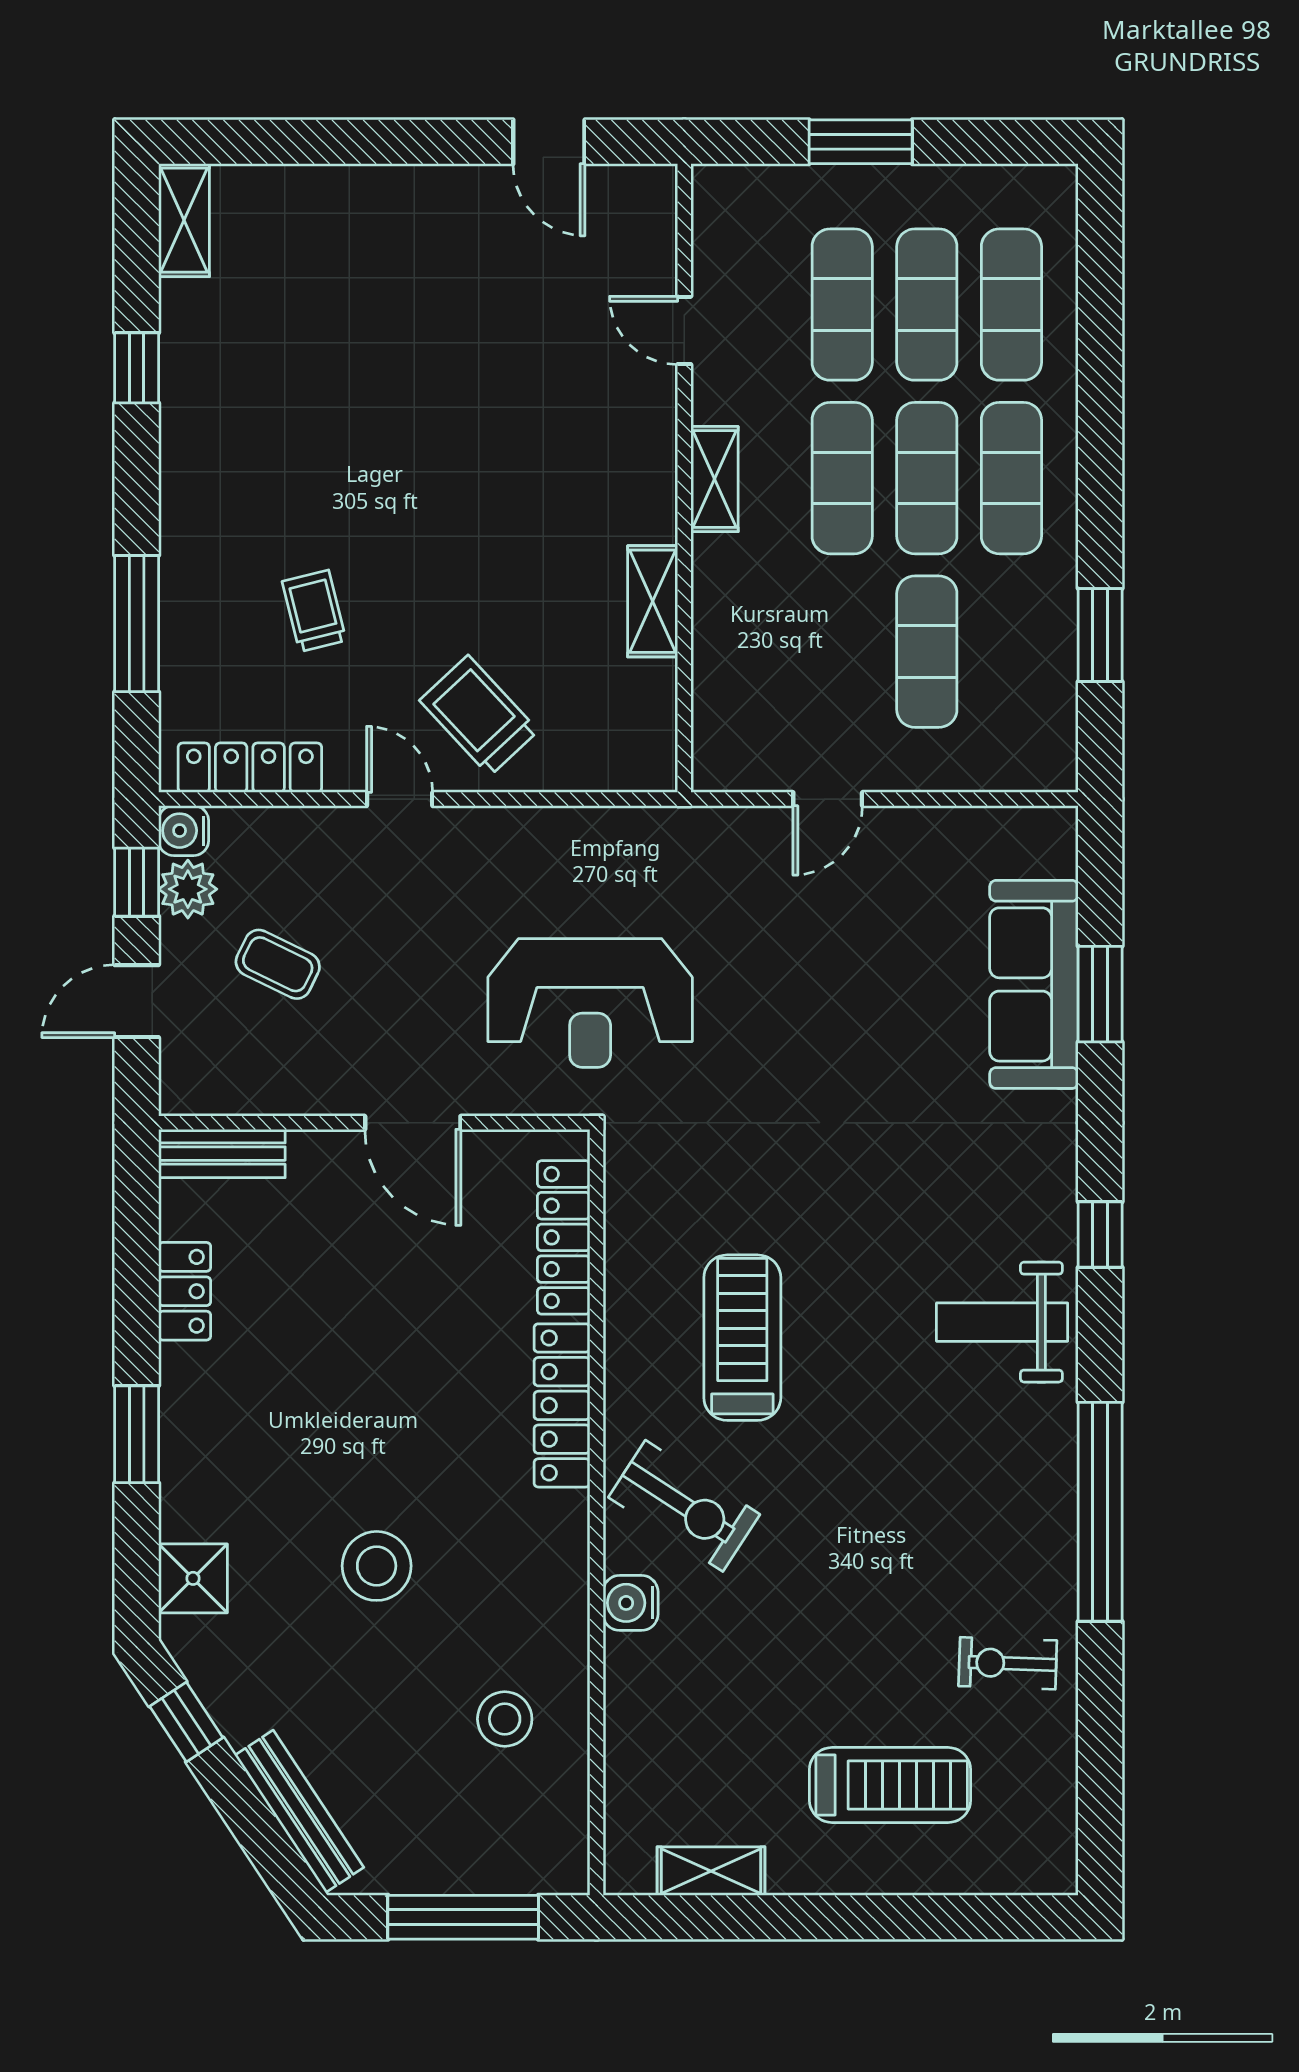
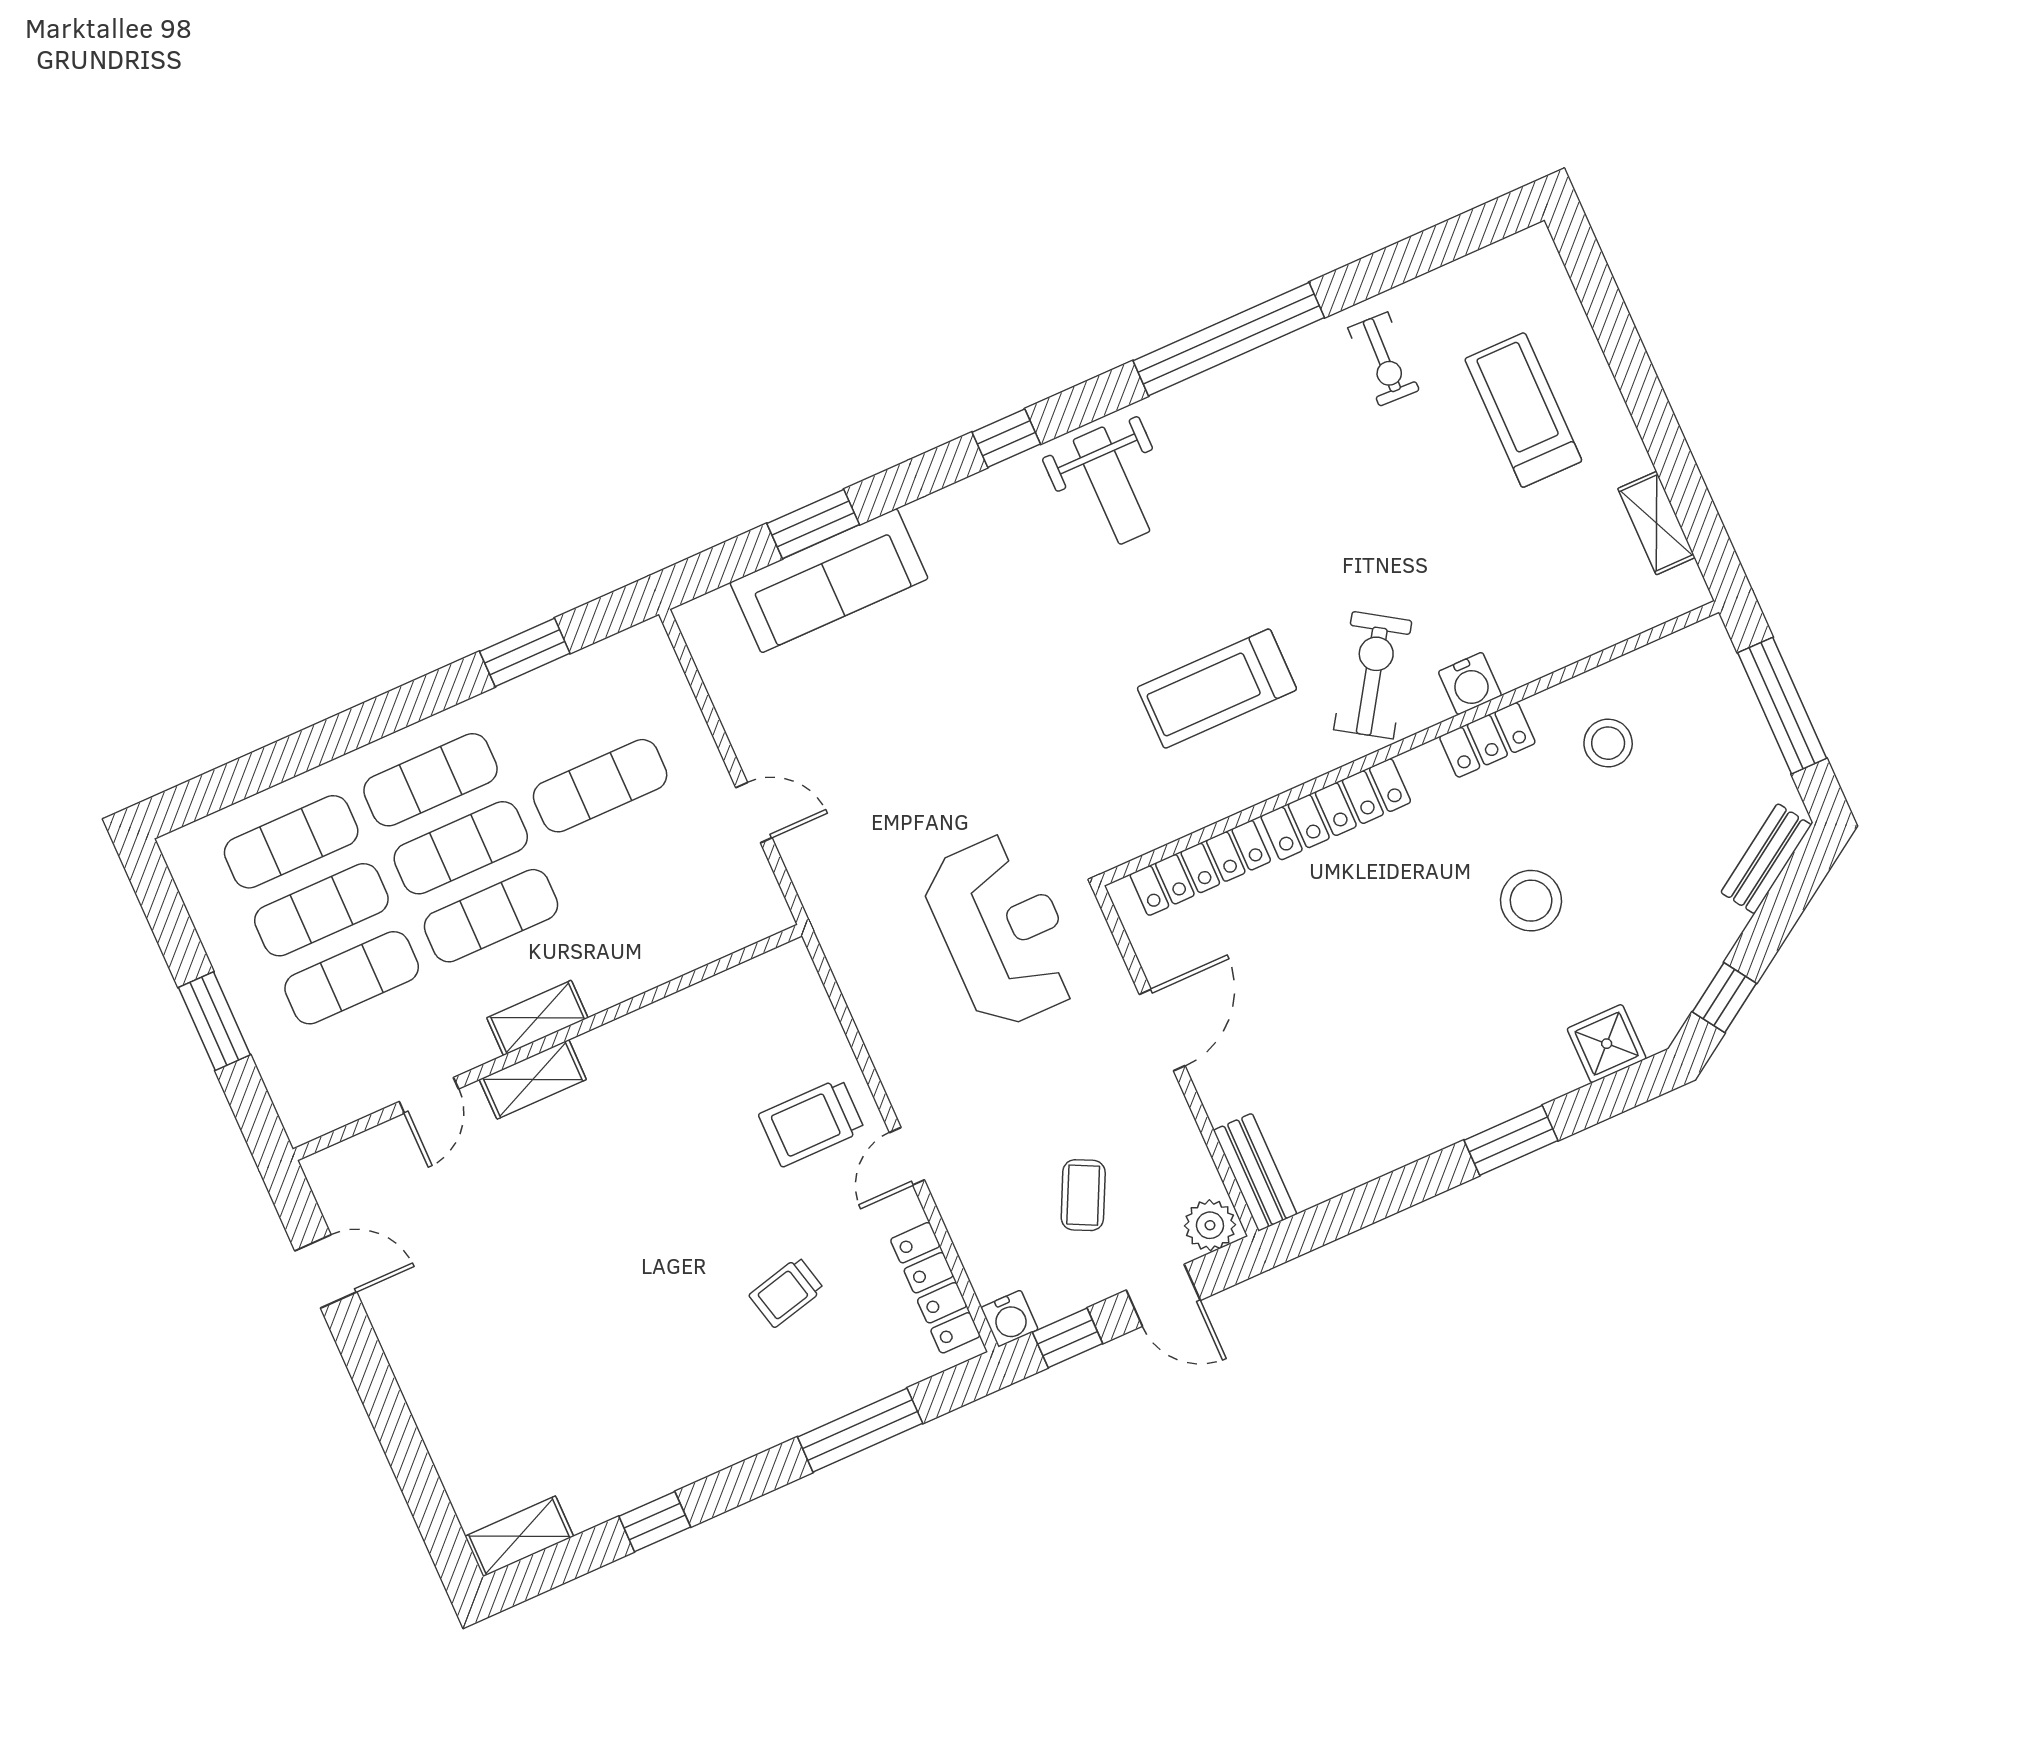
door: (549, 142) -> (326, 1271), hinge flipped
shelving: (653, 601) -> (533, 1079), moved
trolley: (479, 716) -> (812, 1122), turned 43
plant: (188, 889) -> (1210, 1225), moved
locker: (185, 1291) -> (1487, 740), moved, turned 180
bench: (299, 1811) -> (1766, 859), width x0.73

